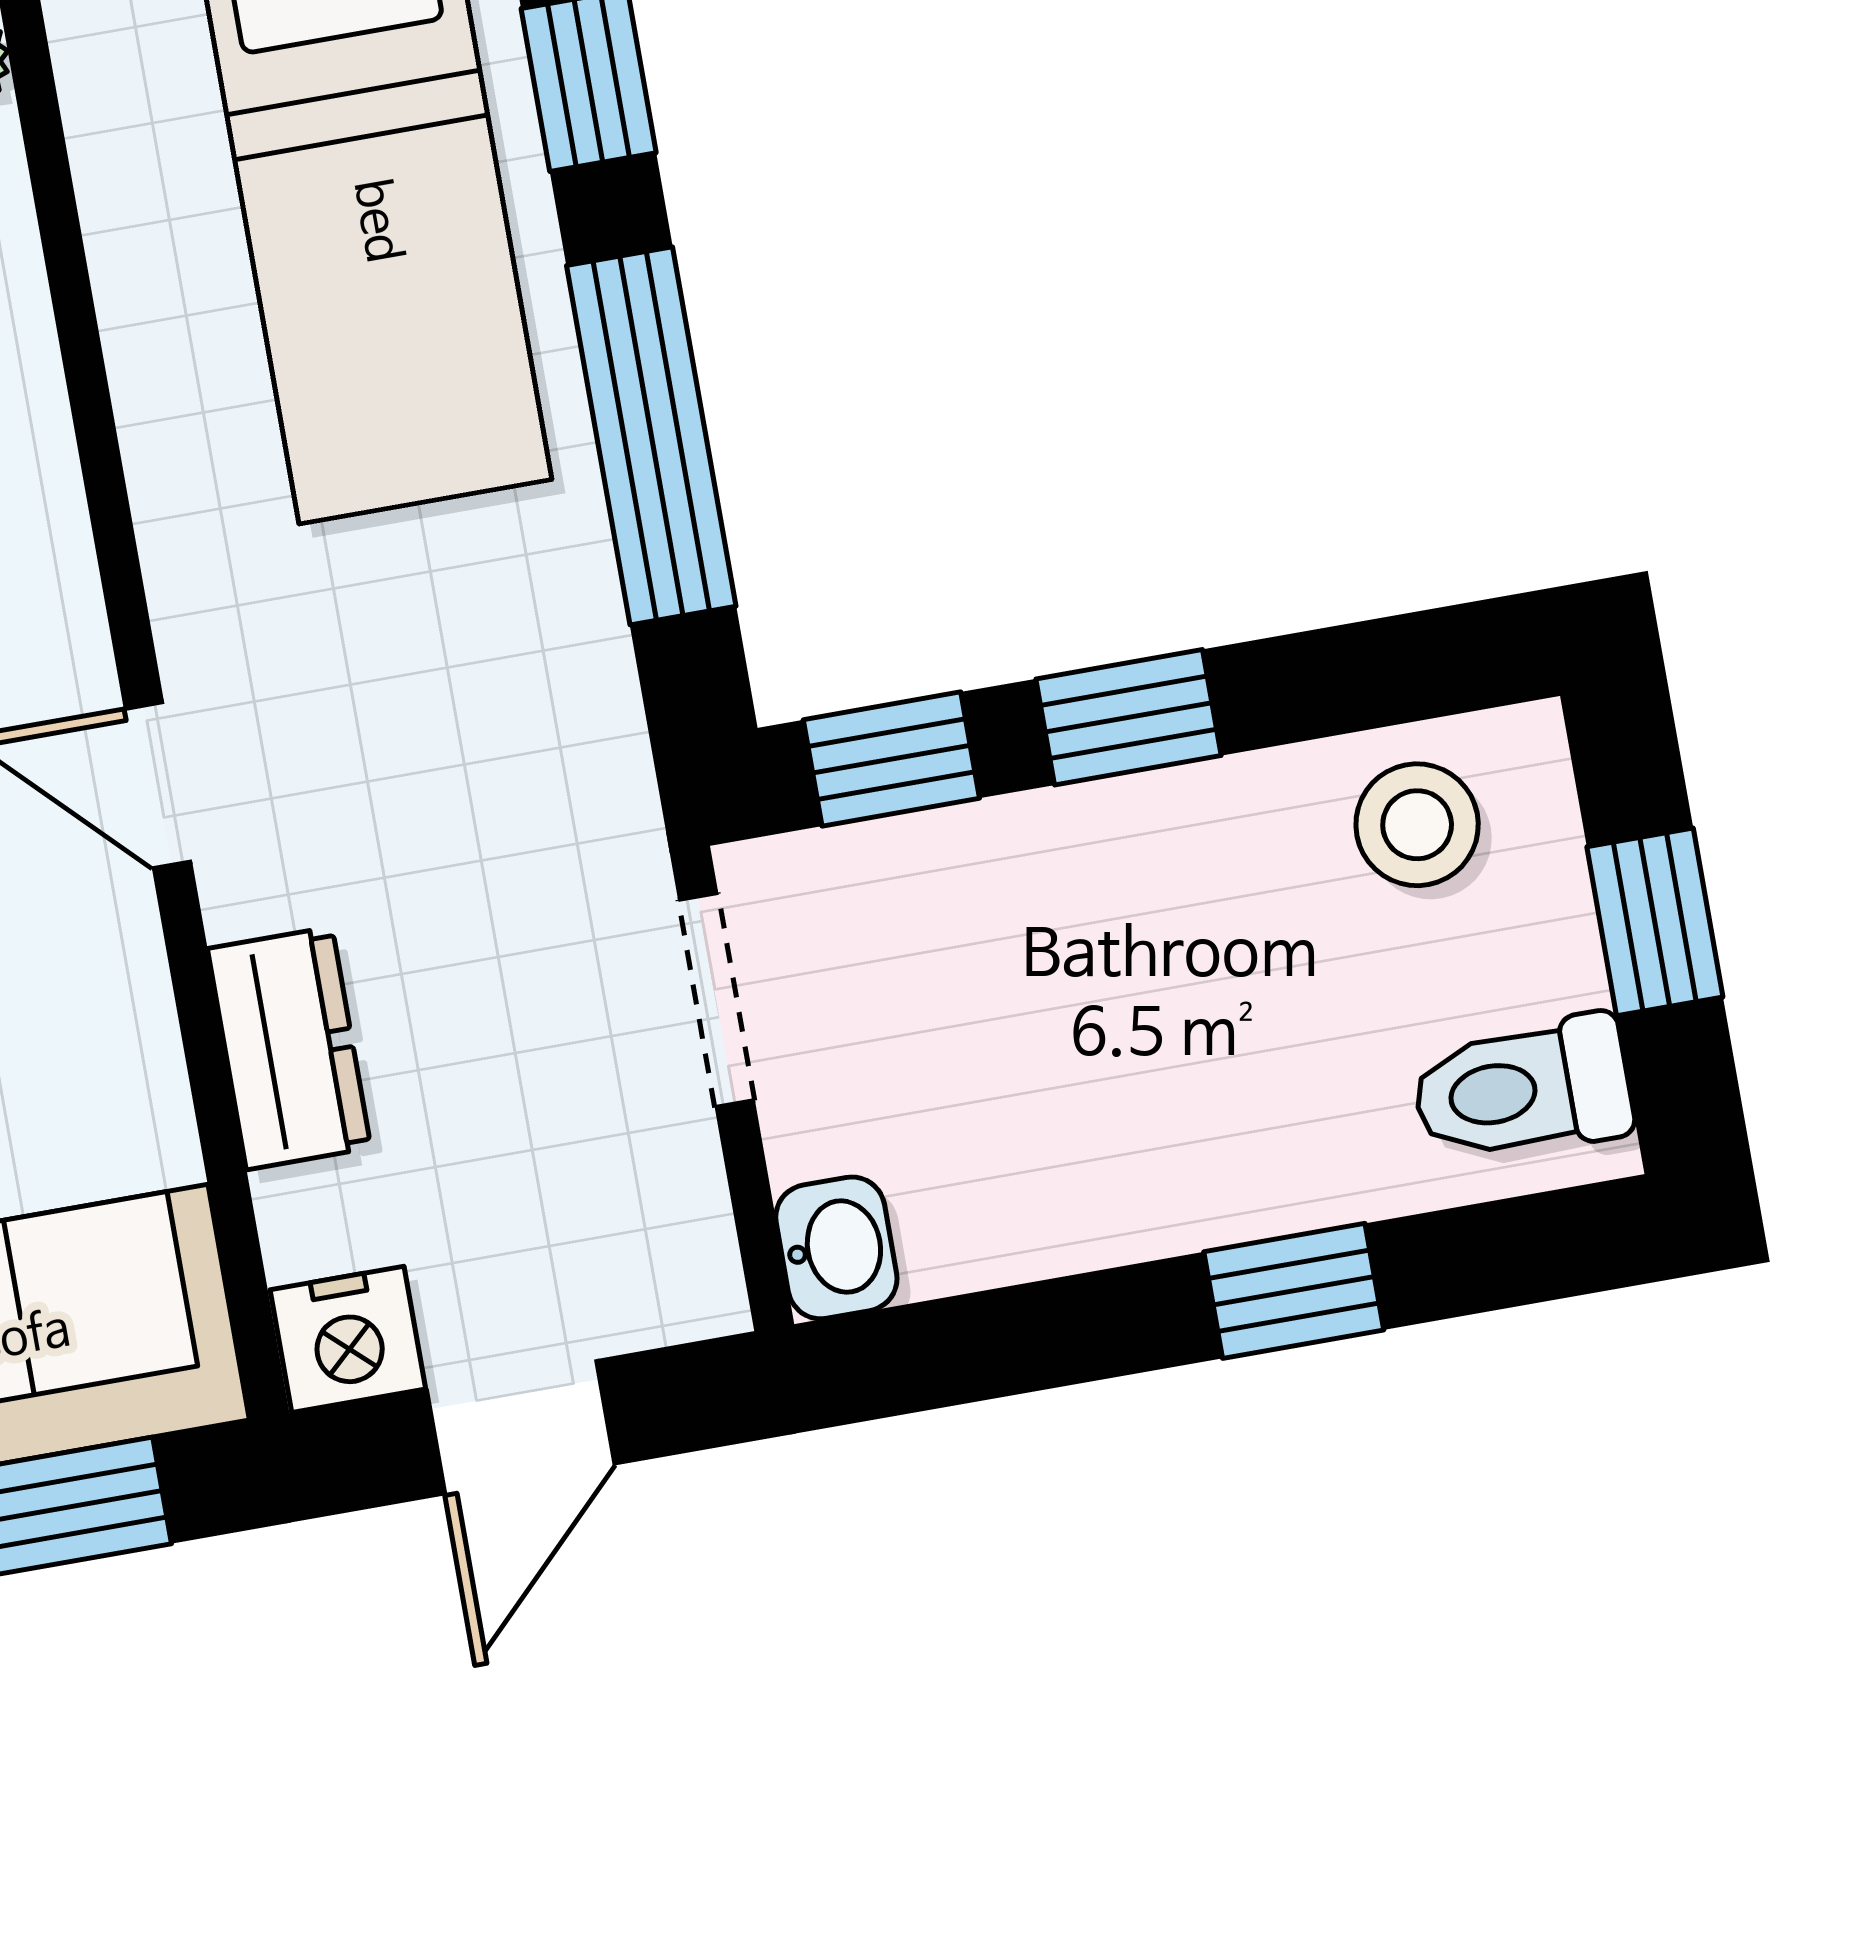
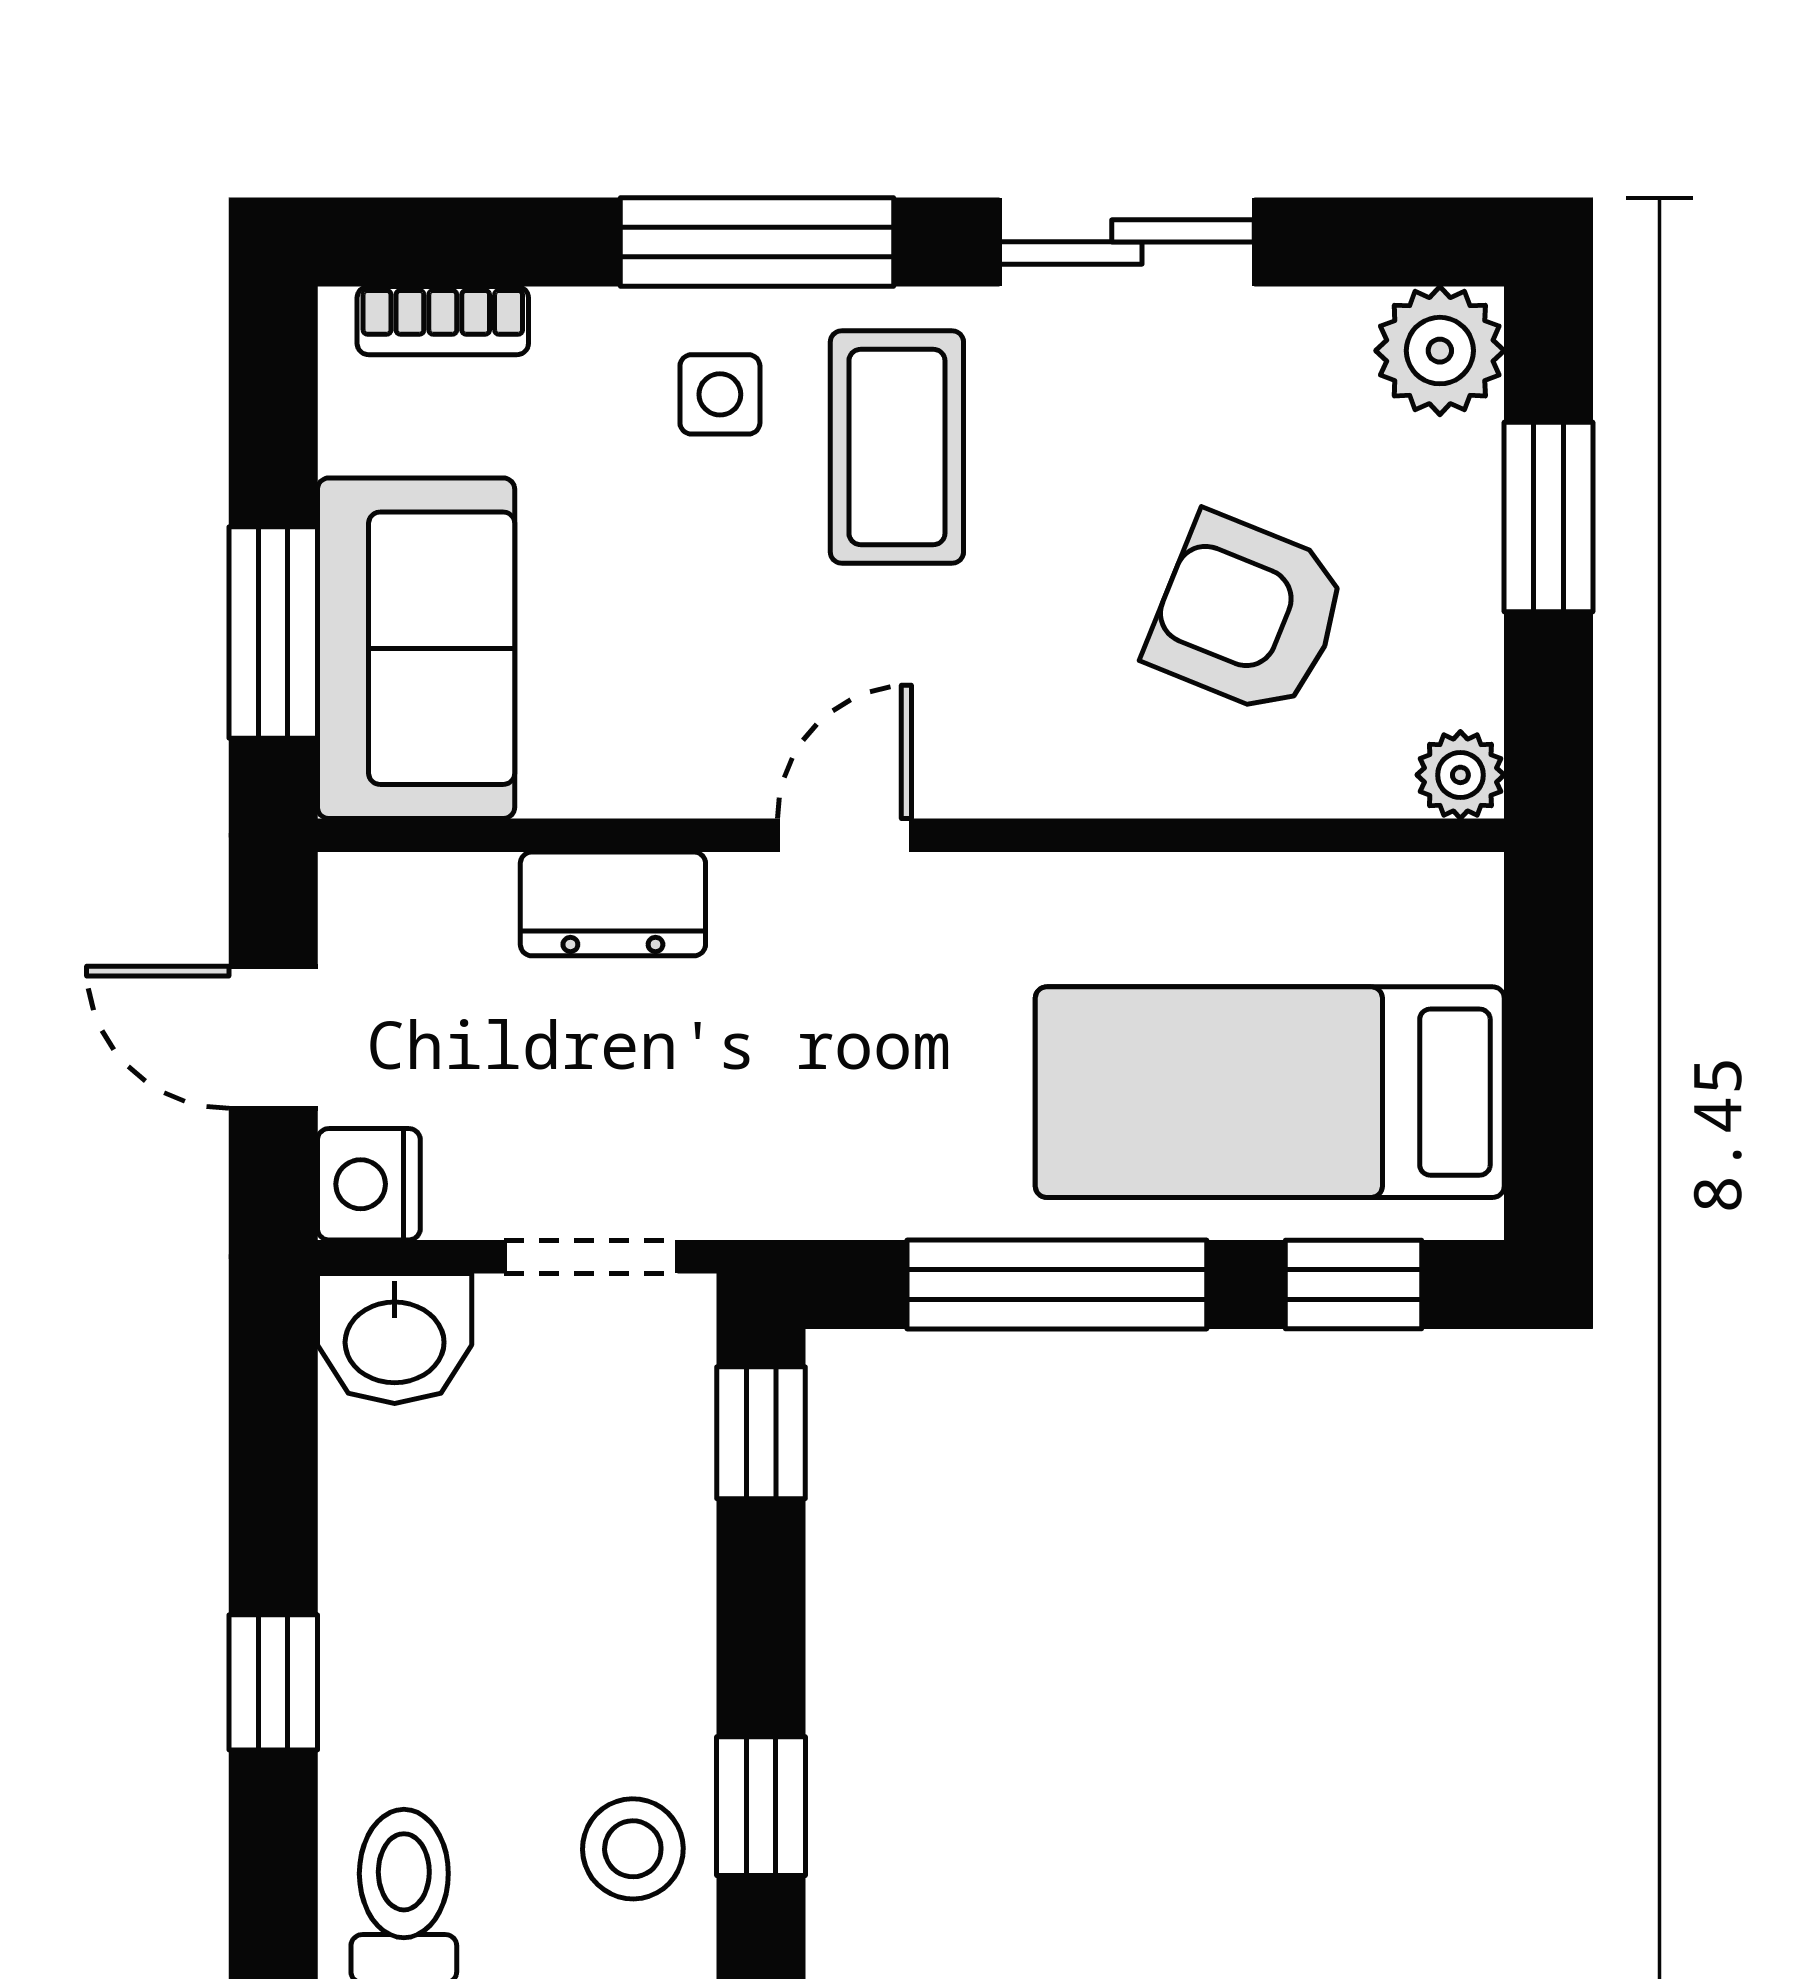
window: (1128, 717) -> (761, 1806), moved
washbasin: (836, 1248) -> (395, 1339), width x1.38, depth x1.45
nightstand: (348, 1339) -> (369, 1184), moved

